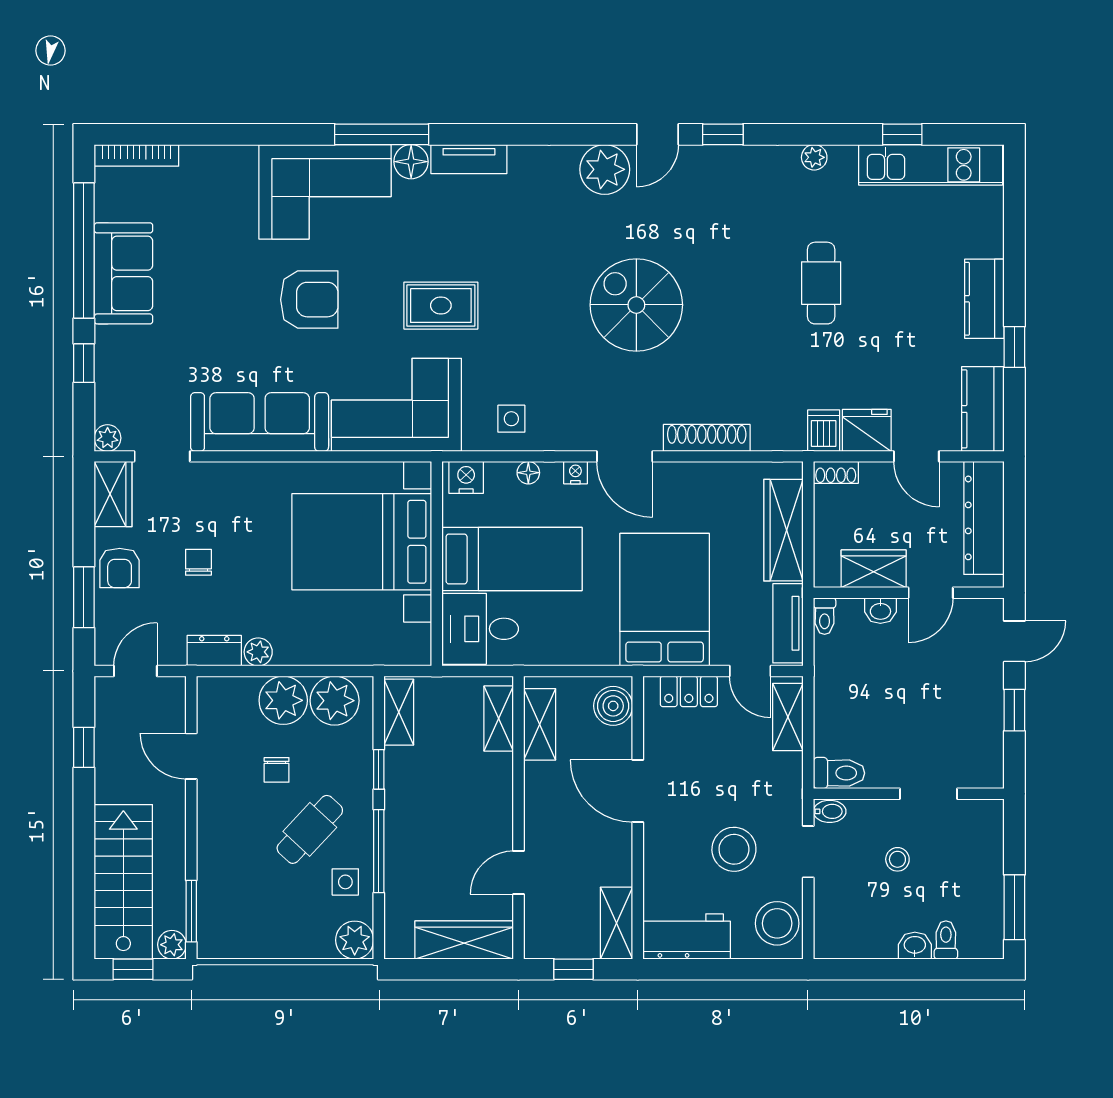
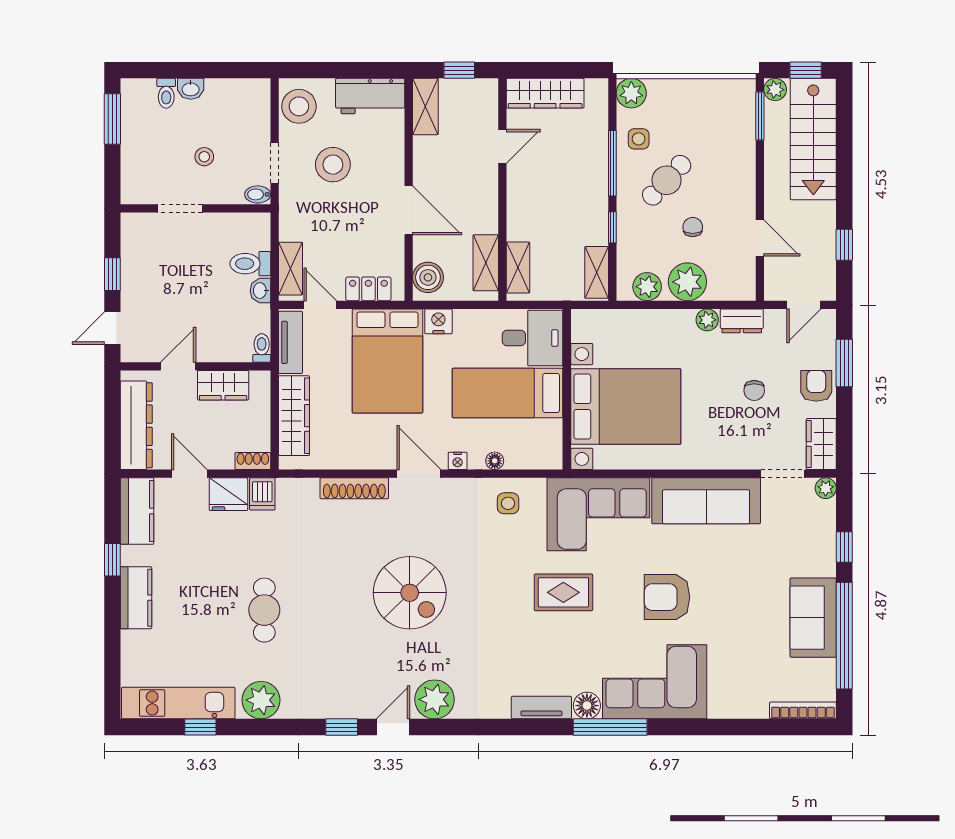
plant: (814, 157) -> (261, 700), width x1.88, depth x1.88
nightstand: (466, 477) -> (438, 321), moved, turned 180
washbasin: (880, 611) -> (260, 291), moved, turned -90
plant: (335, 701) -> (647, 287), width x0.73, depth x0.73
toilet: (839, 773) -> (250, 264), moved

